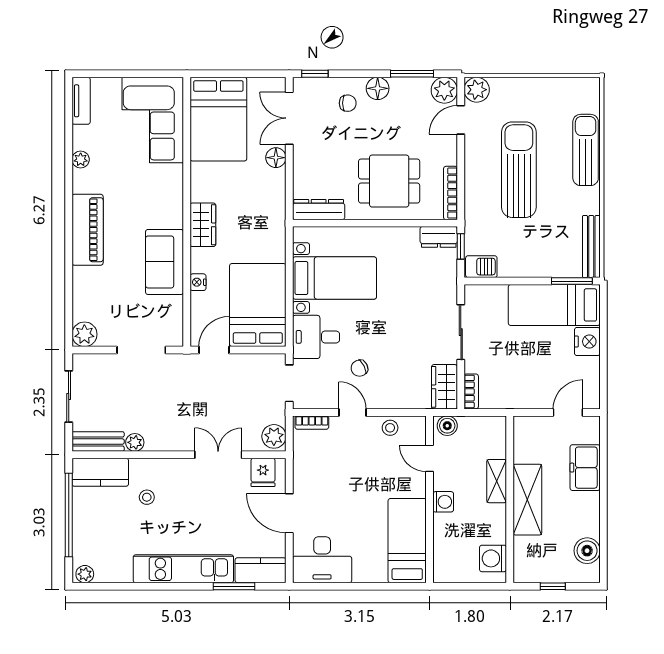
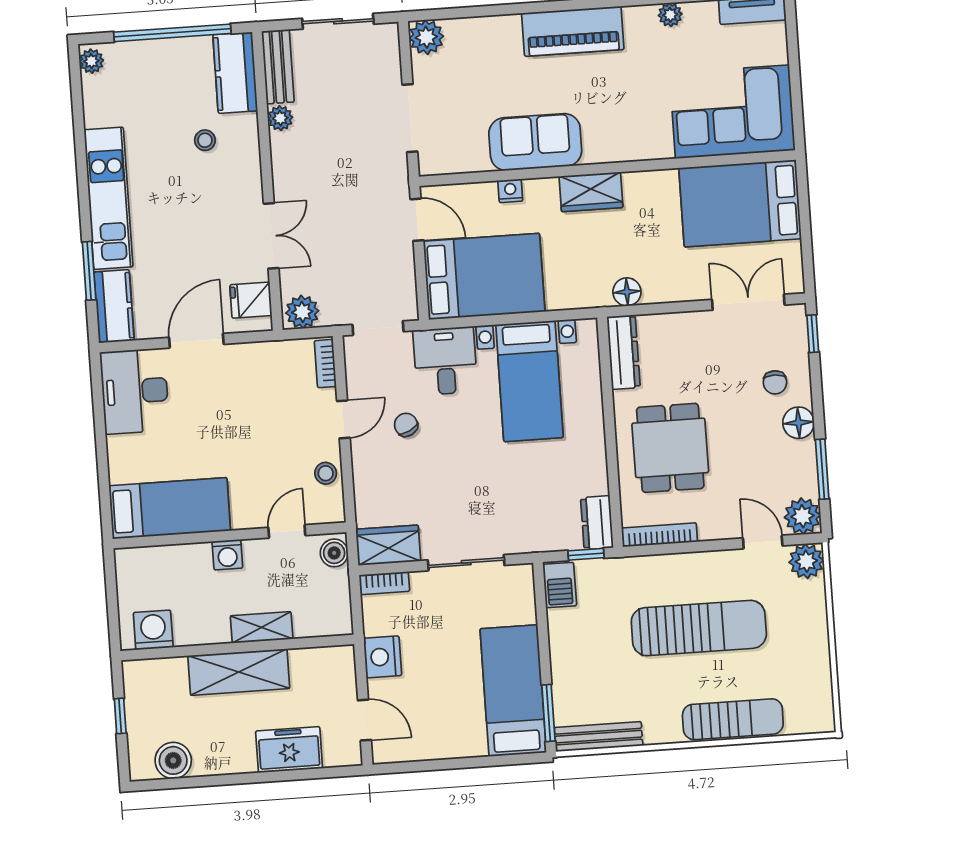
floor lamp: (276, 158) -> (627, 292), moved
nightstand: (587, 342) -> (383, 657), moved, turned 90

